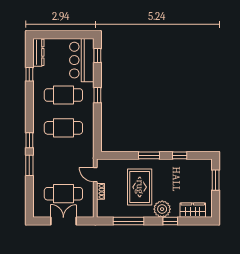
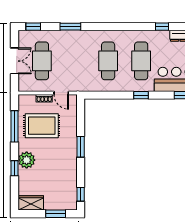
window: (29, 140) -> (33, 27), moved
window: (180, 155) -> (81, 194), moved
door: (95, 175) -> (61, 93), swing flipped
rug: (140, 187) -> (42, 126), moved
wardrobe: (193, 210) -> (31, 203), moved, turned -90

